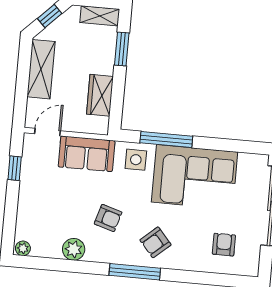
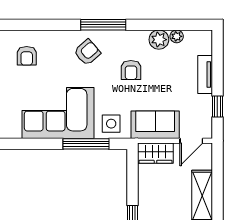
wardrobe: (100, 95) -> (155, 153), moved, turned 90
tv unit: (25, 205) -> (205, 75), added
armchair: (108, 218) -> (131, 70), turned -107
plant: (23, 248) -> (177, 36), moved

